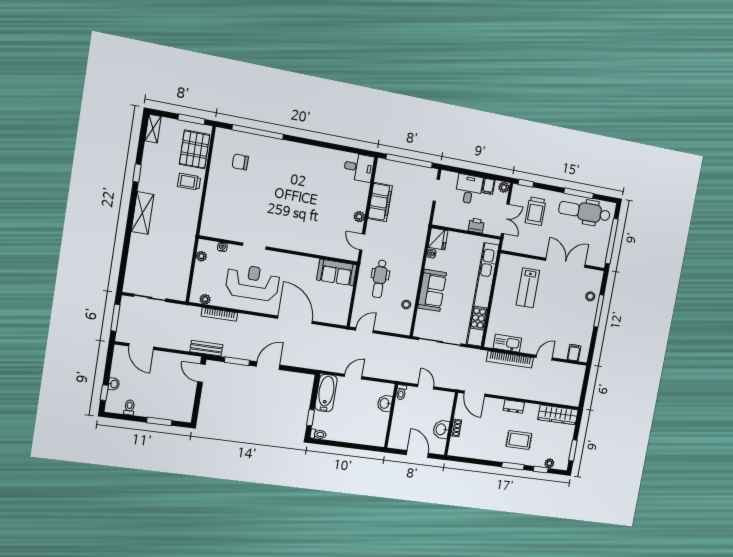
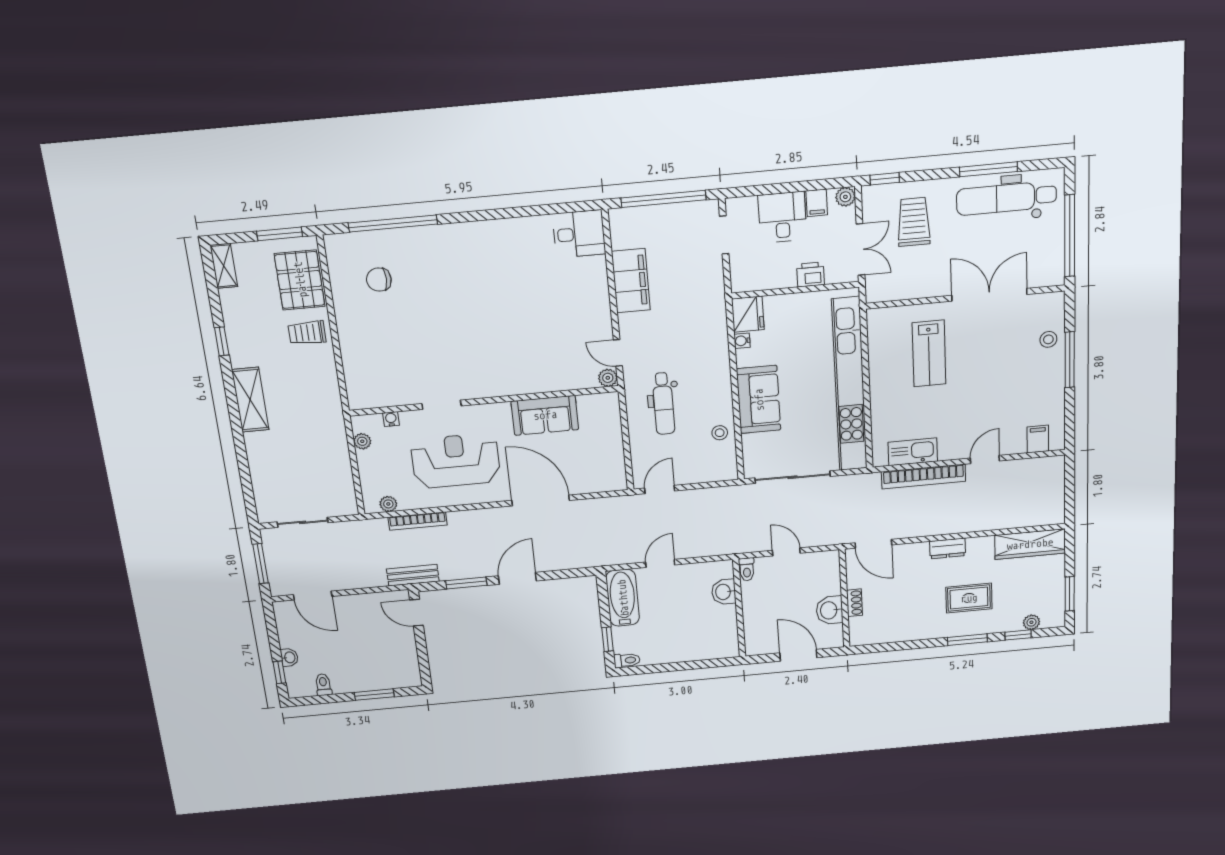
trolley: (536, 211) -> (914, 222), turned 180
plant: (359, 217) -> (608, 378), moved
sofa: (337, 272) -> (545, 415), moved

